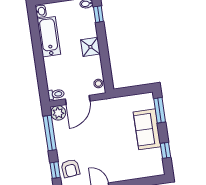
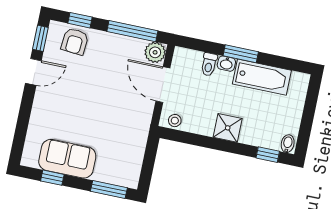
washbasin: (41, 11) -> (226, 64), moved
window: (39, 56) -> (241, 54), added
toilet: (56, 94) -> (209, 64), moved
sofa: (147, 129) -> (67, 159), moved
armchair: (70, 168) -> (75, 41), turned -79

